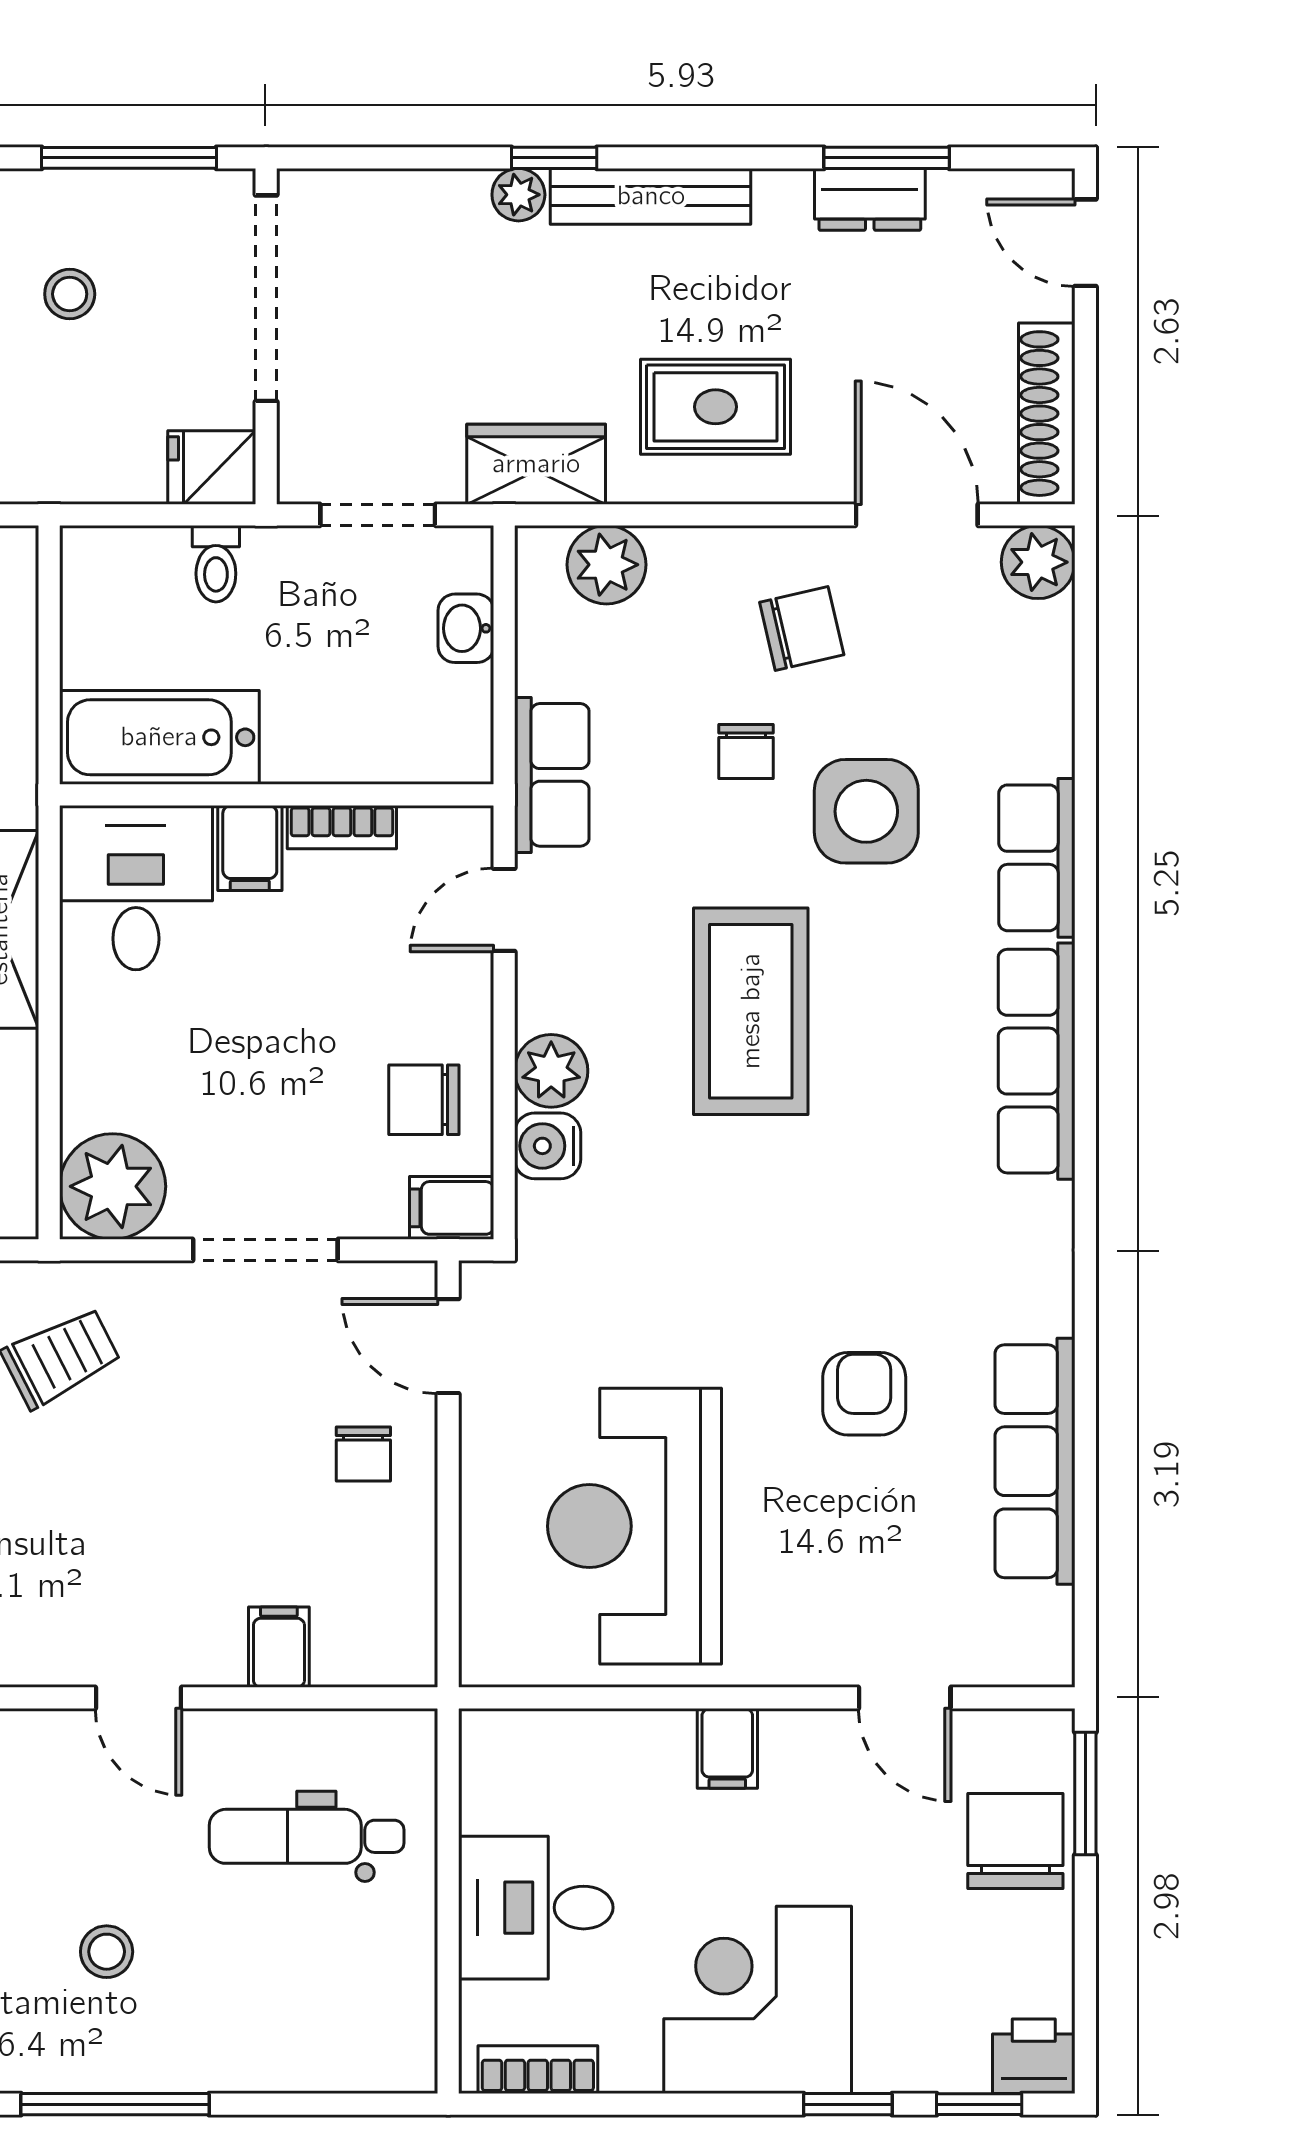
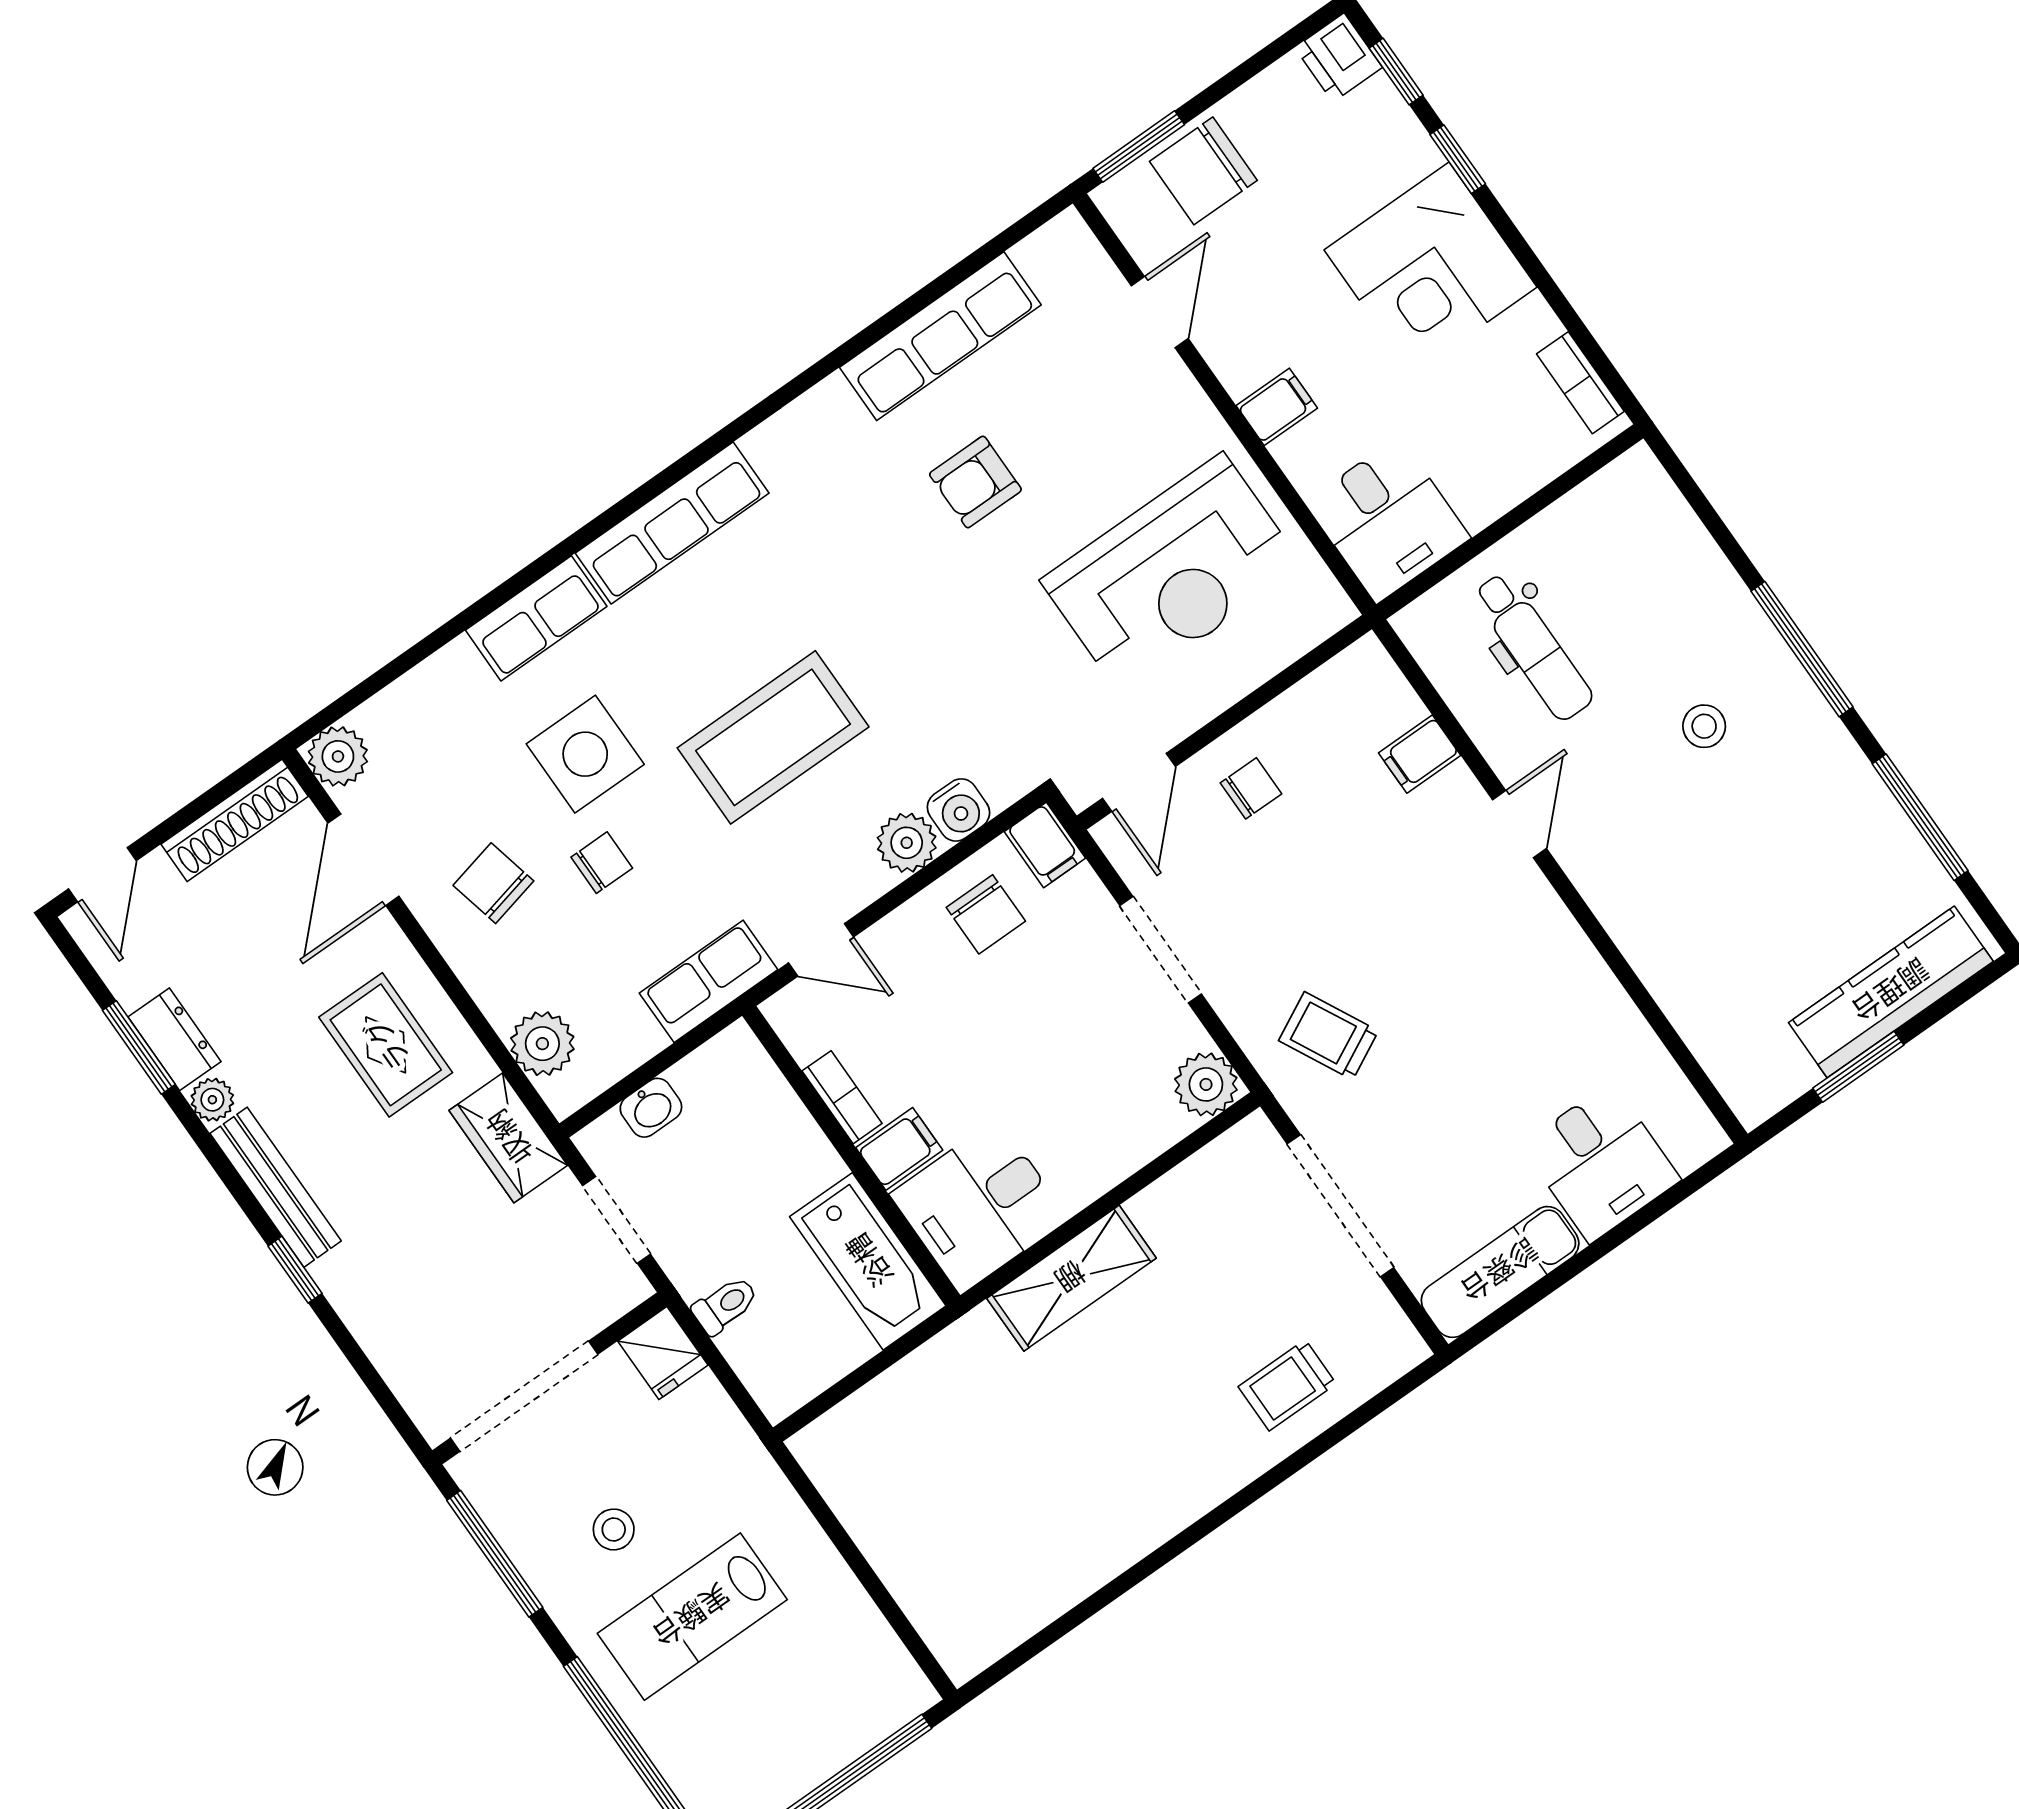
plant: (518, 195) -> (212, 1100), moved
plant: (113, 1186) -> (1206, 1084), width x0.73, depth x0.73
desk: (536, 1908) -> (1388, 520), moved

